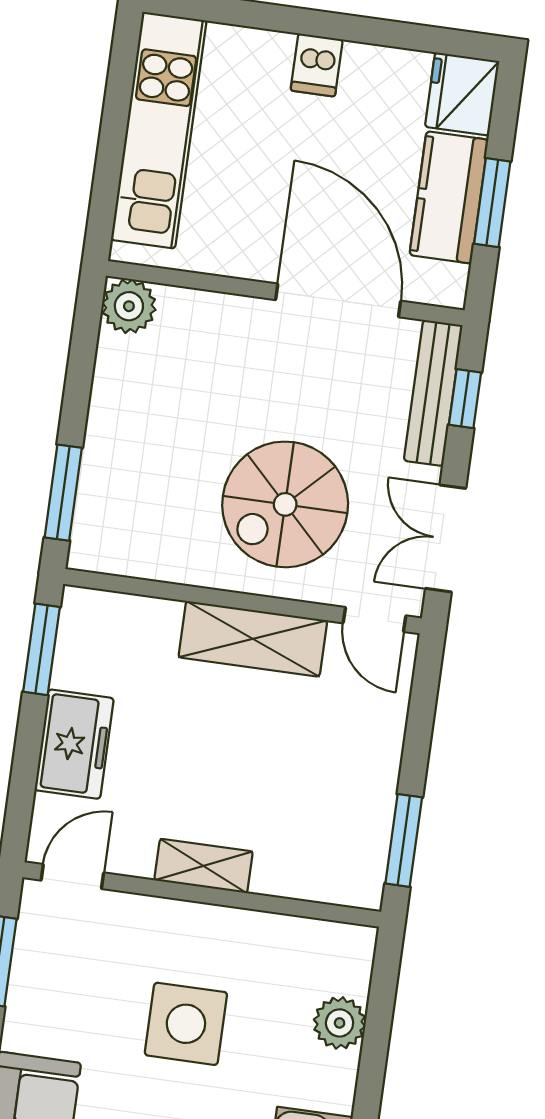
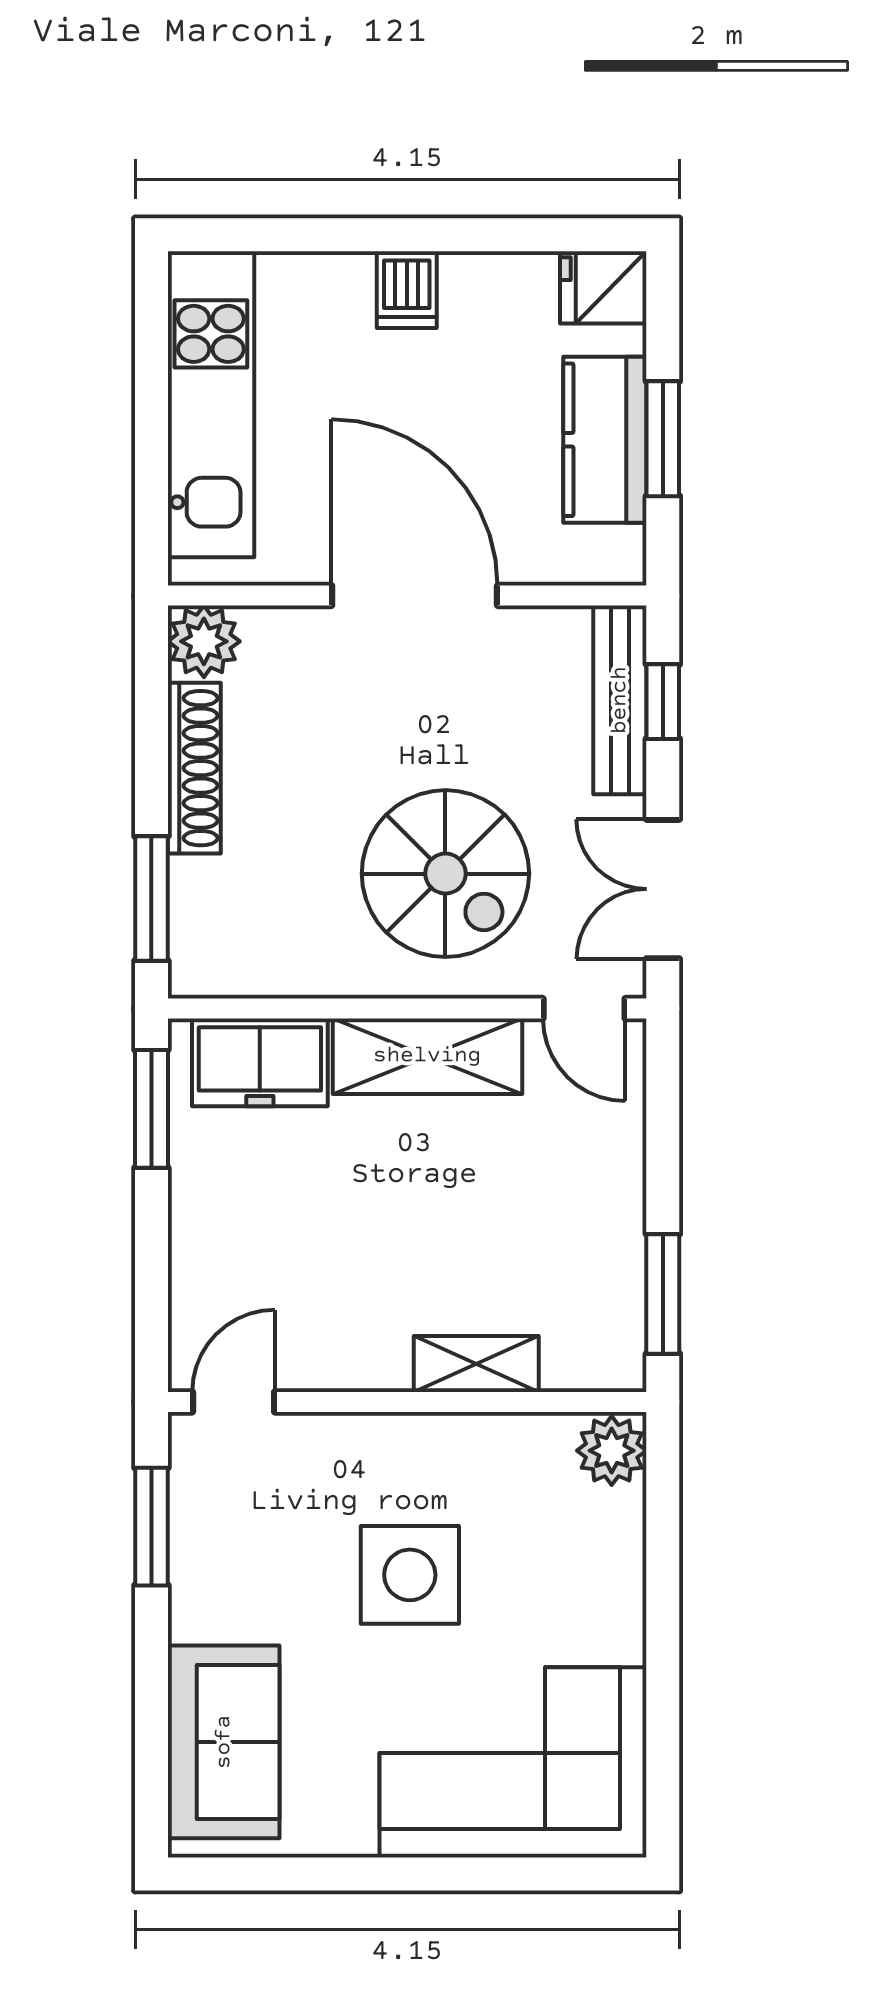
fridge: (462, 94) -> (603, 287), width x0.72
door: (338, 300) -> (415, 595), moved
shoe rack: (109, 400) -> (194, 768), added
spiral stairs: (285, 504) -> (445, 874), turned -90
freezer: (74, 744) -> (260, 1062), moved, turned 90
shelving: (204, 866) -> (476, 1364), moved
plant: (340, 1023) -> (612, 1451), moved

